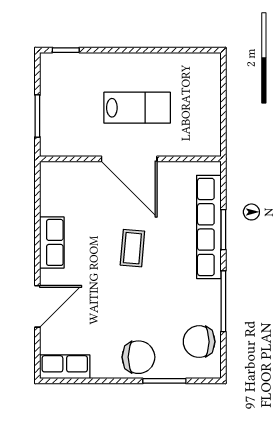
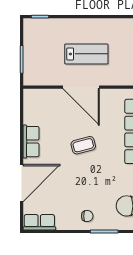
coffee table: (132, 248) -> (83, 145), turned 70
door: (37, 306) -> (22, 183), width x1.36
chair: (138, 357) -> (87, 216), width x0.54, depth x0.54

